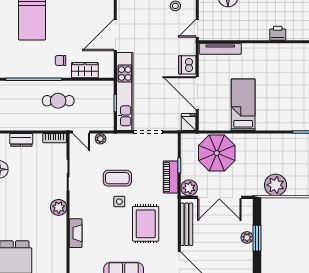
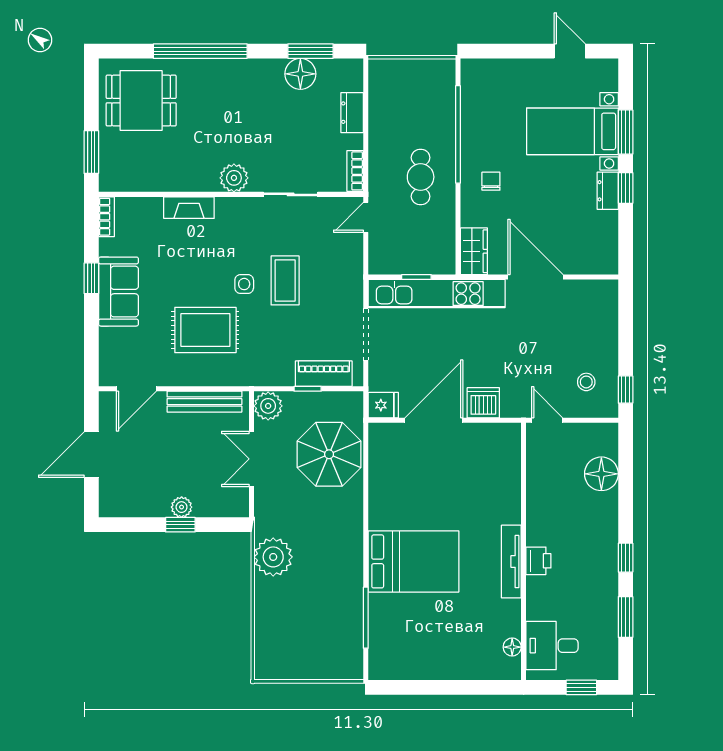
tv unit: (220, 49) -> (511, 562), moved
wardrobe: (85, 70) -> (474, 251), moved
bed: (243, 105) -> (413, 561), moved, width x1.50
plant: (101, 139) -> (354, 251), removed
piano: (171, 177) -> (324, 374), moved
double door: (219, 197) -> (252, 459), width x0.73
window: (257, 238) -> (180, 525), width x0.67

